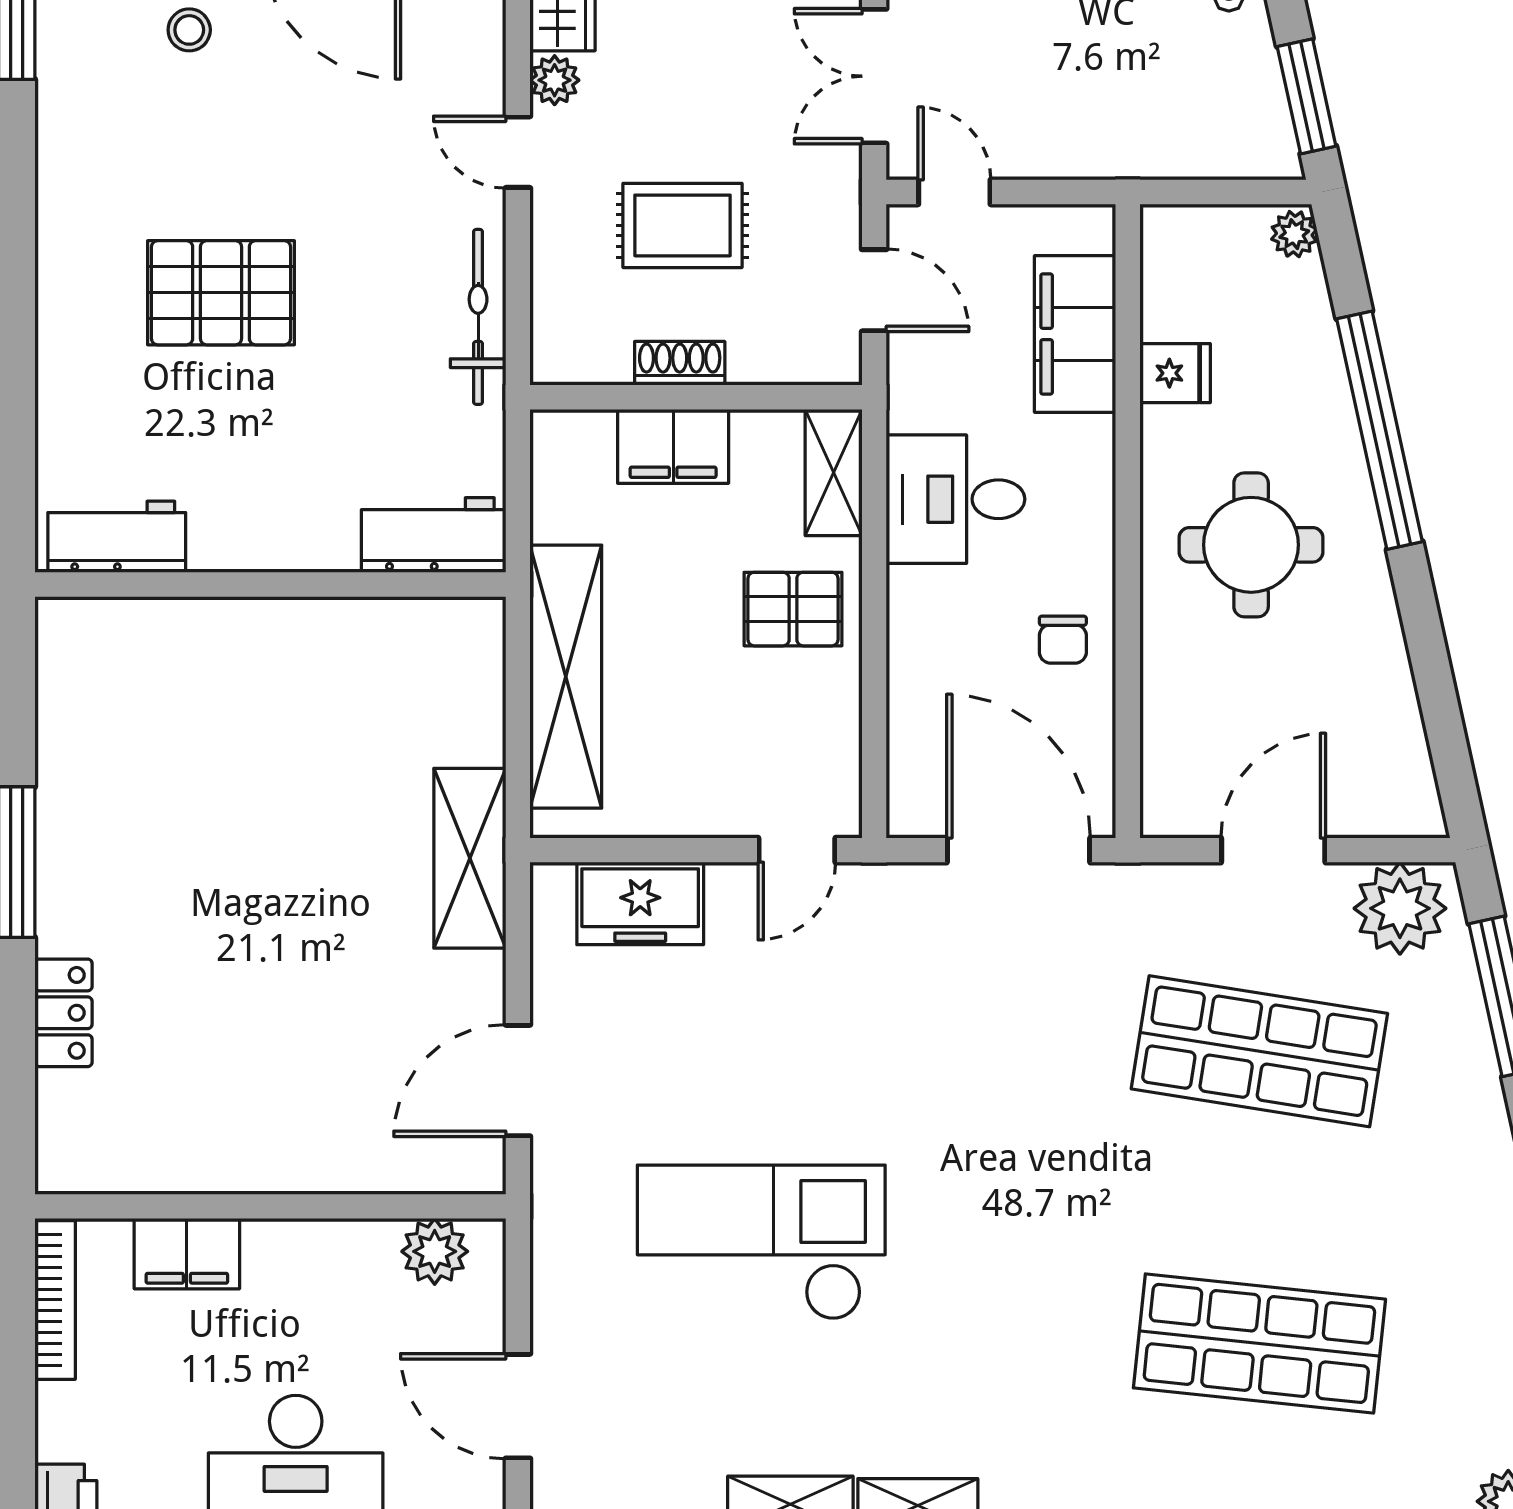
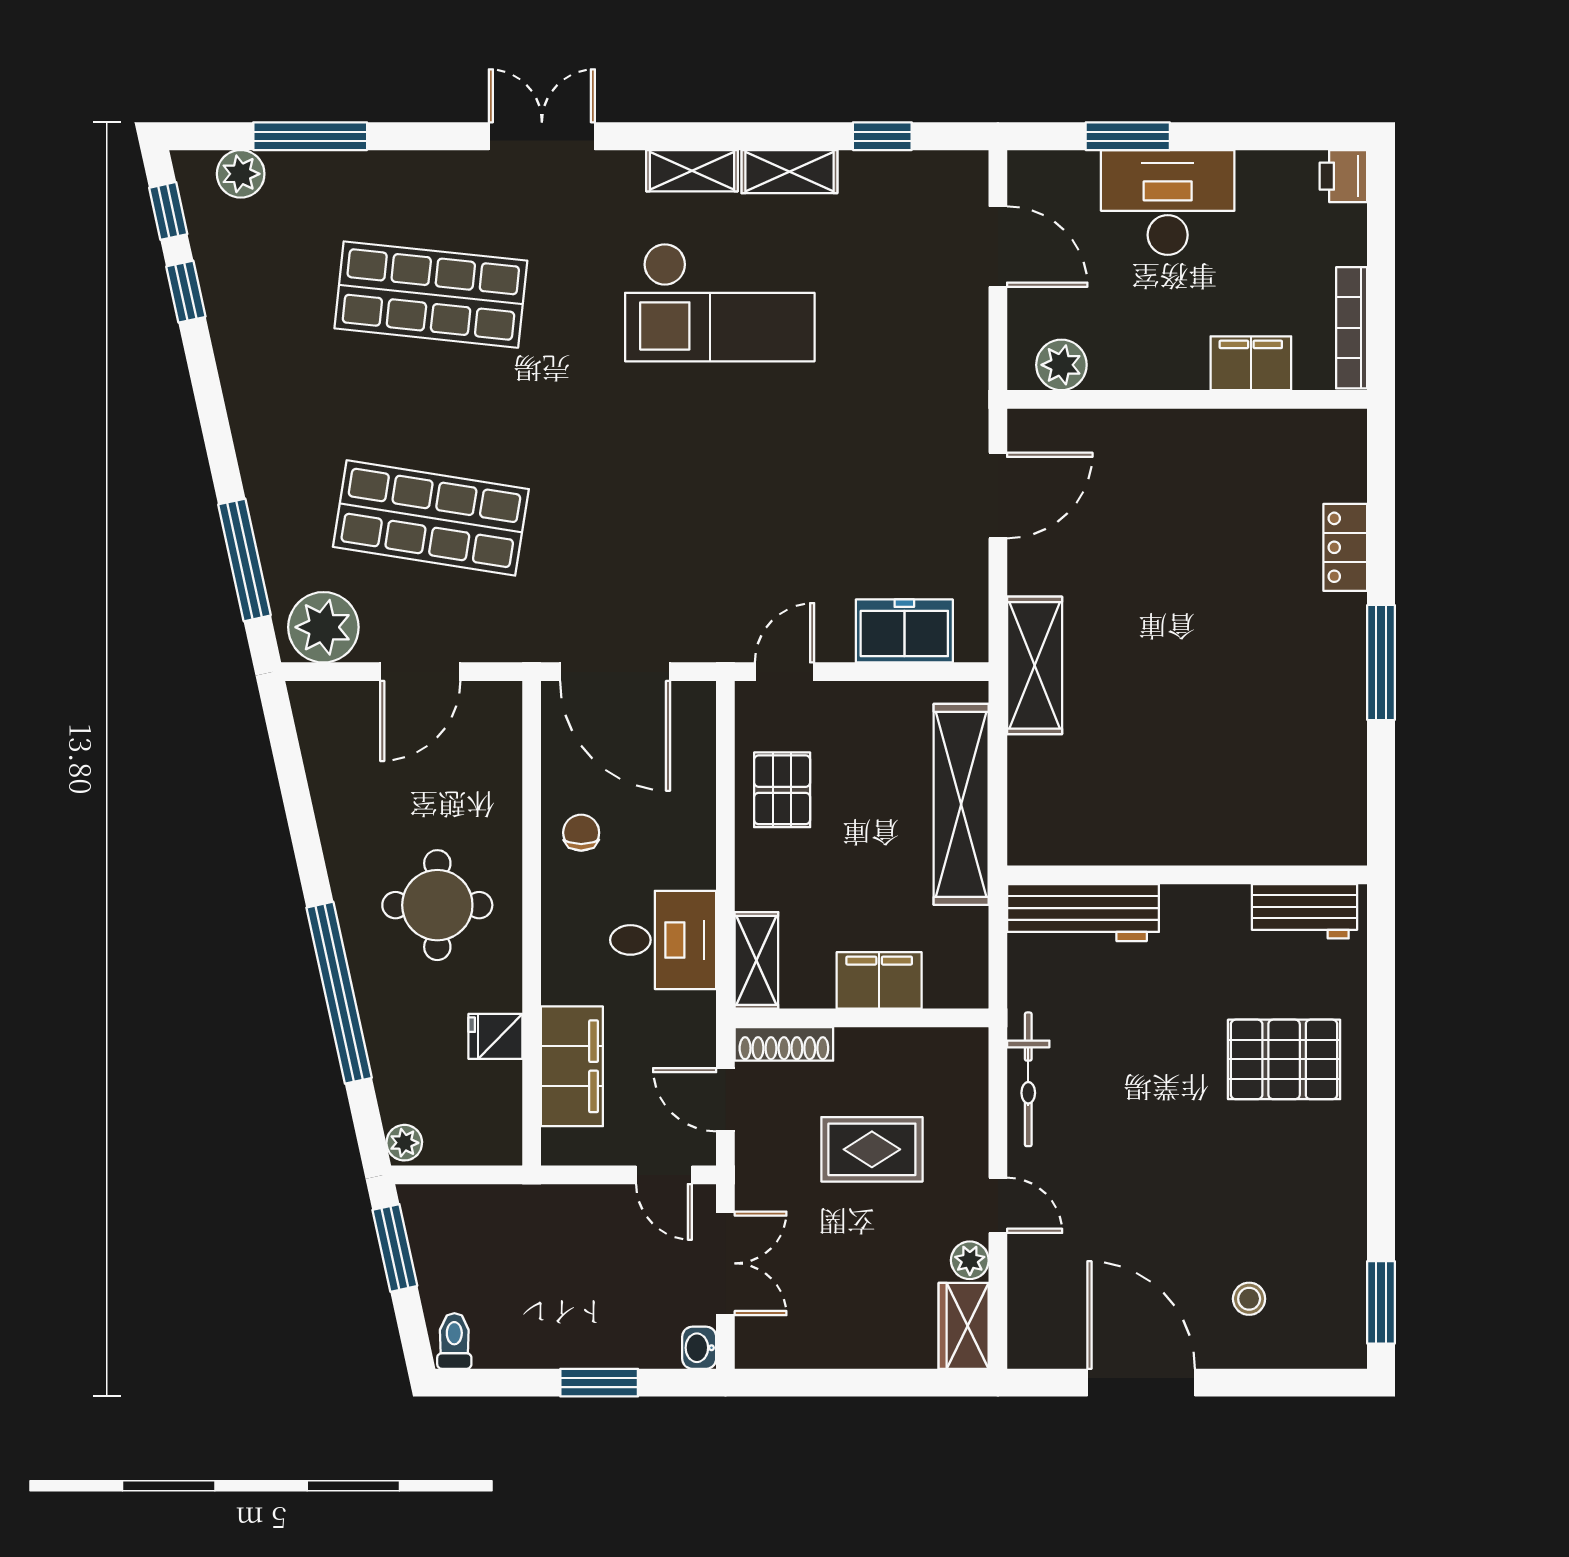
pallet: (221, 293) -> (1284, 1059), moved
shoe rack: (680, 363) -> (784, 1044), moved, width x1.43
workbench: (434, 535) -> (1083, 913), width x1.38
pallet: (793, 609) -> (782, 790), moved, turned 90
checkout: (761, 1242) -> (720, 302), moved

